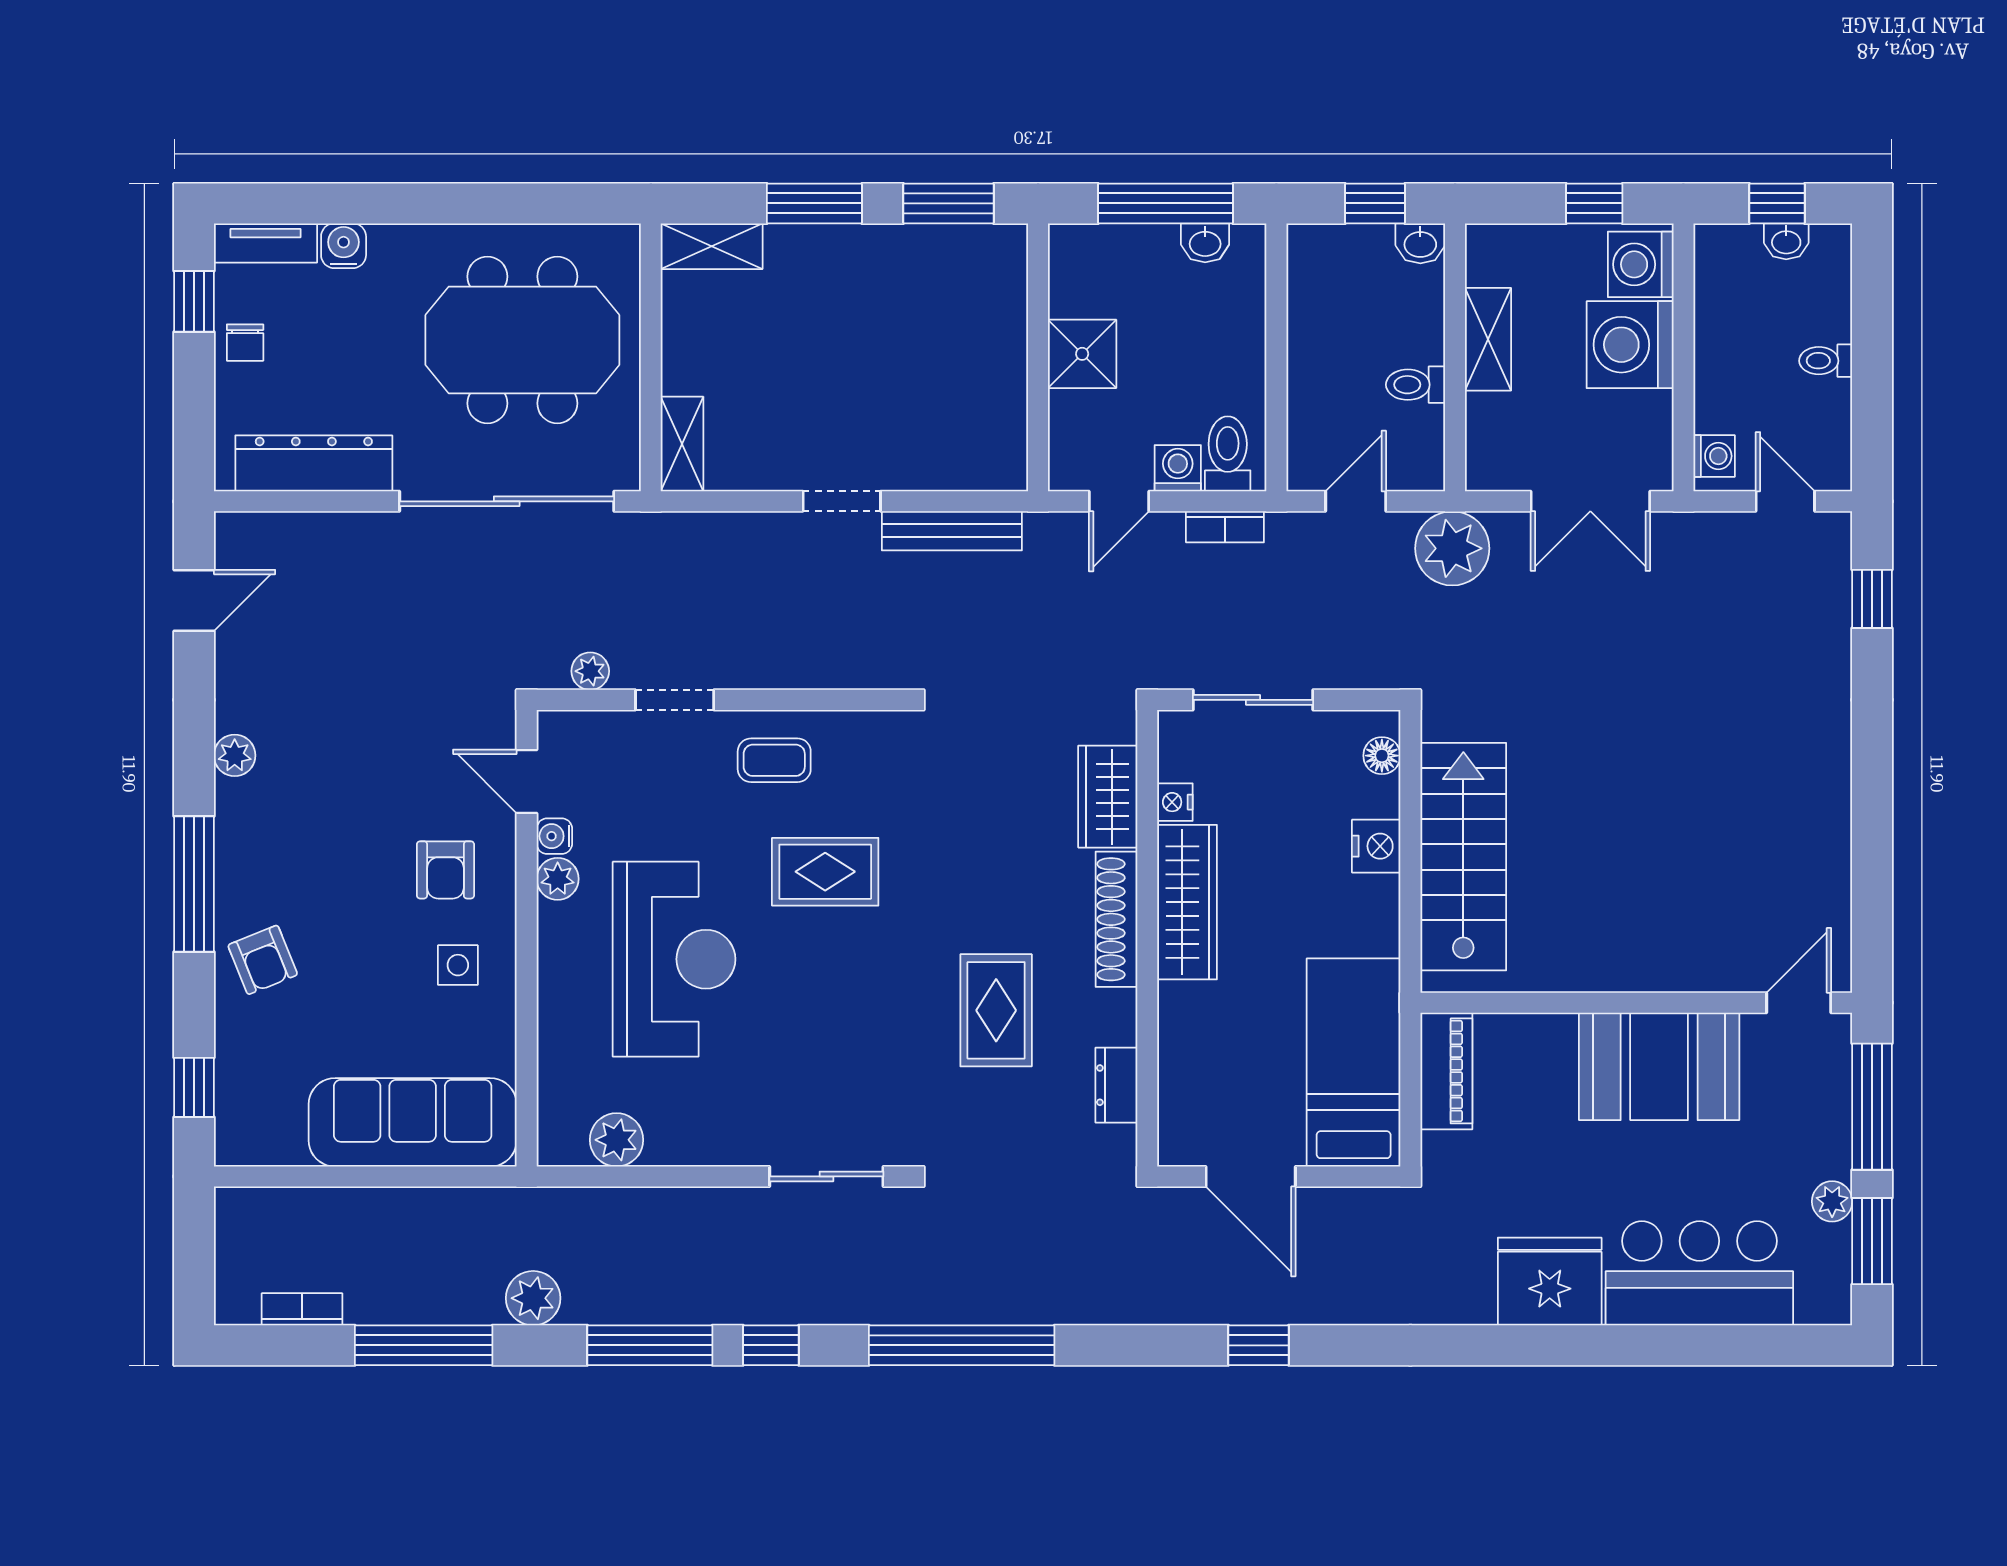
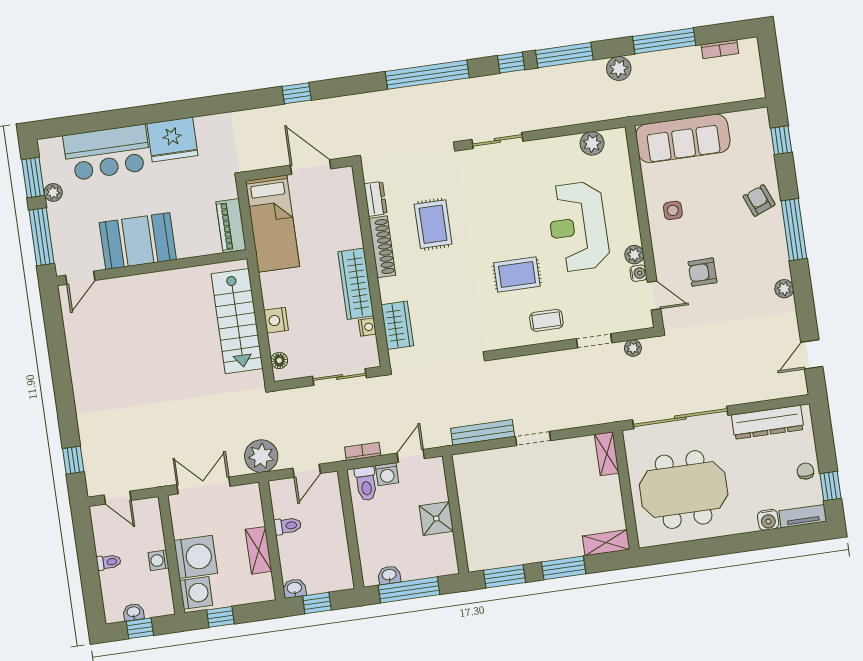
washing machine: (1714, 456) -> (158, 560), moved
armchair: (445, 870) -> (703, 272), moved, turned -91
shoe rack: (1116, 919) -> (382, 247), moved

